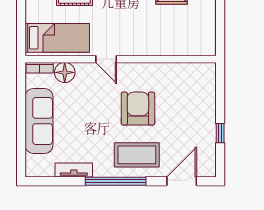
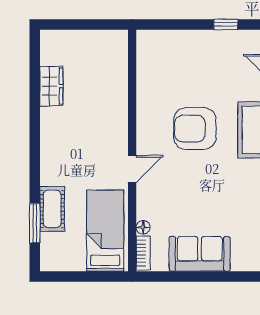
floor lamp: (65, 72) -> (143, 227), width x0.53, depth x0.53
sofa: (39, 121) -> (200, 254), width x0.73

